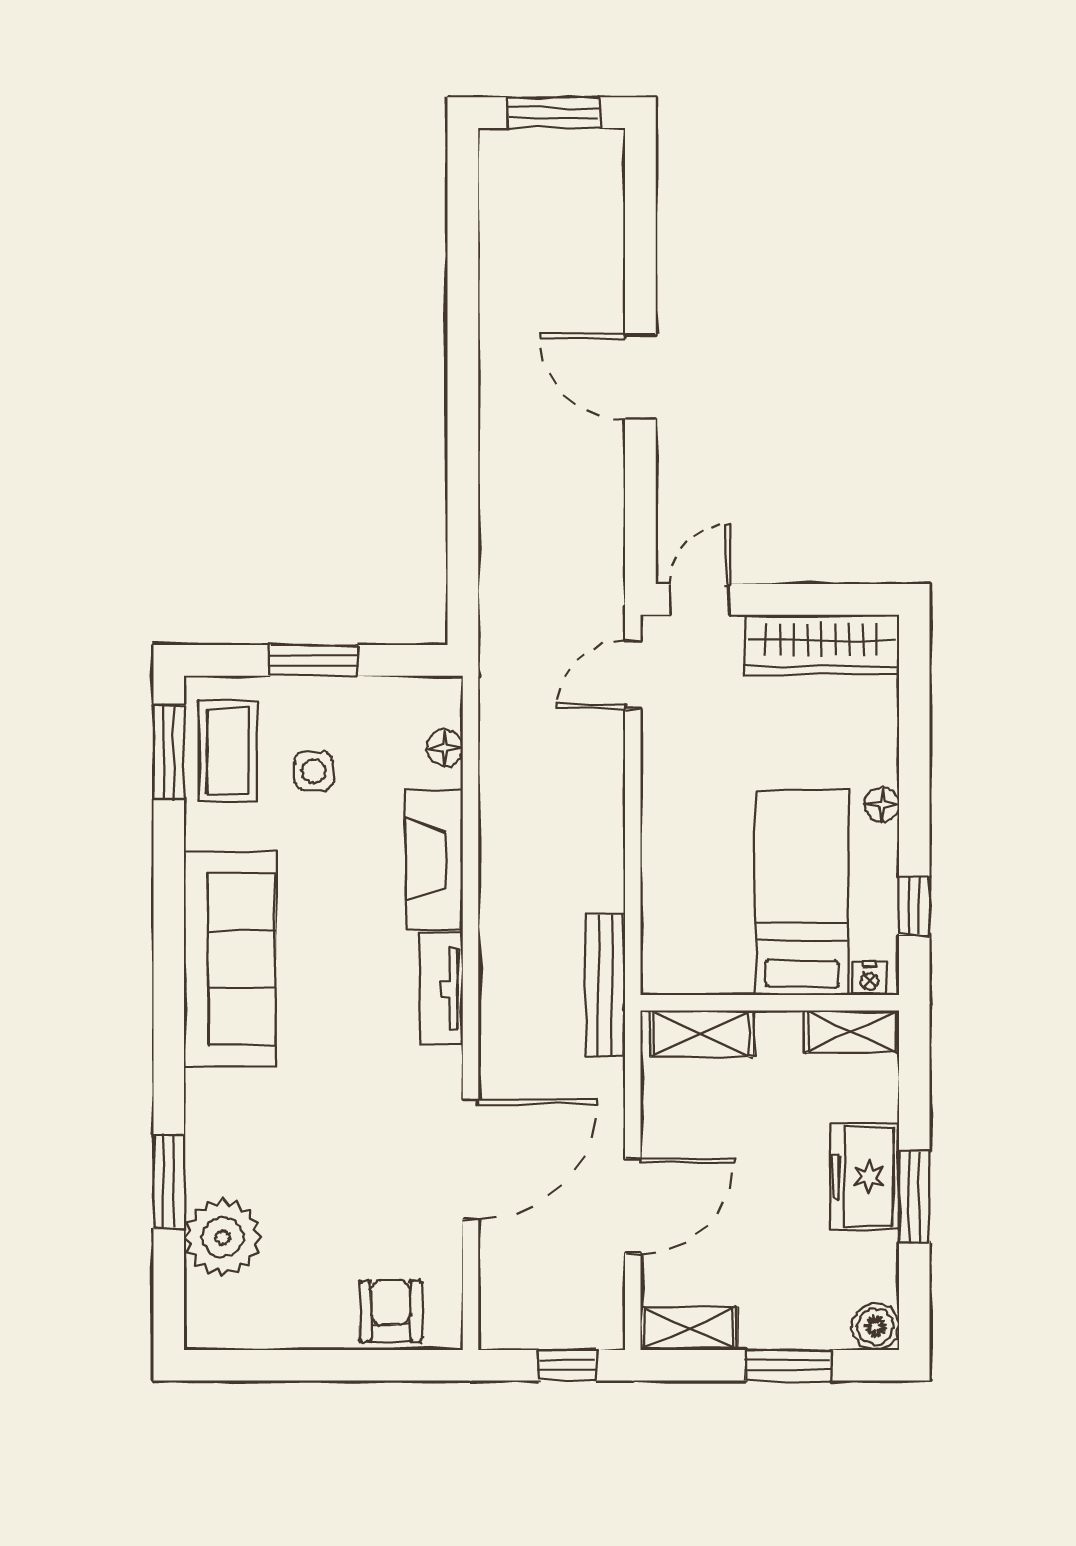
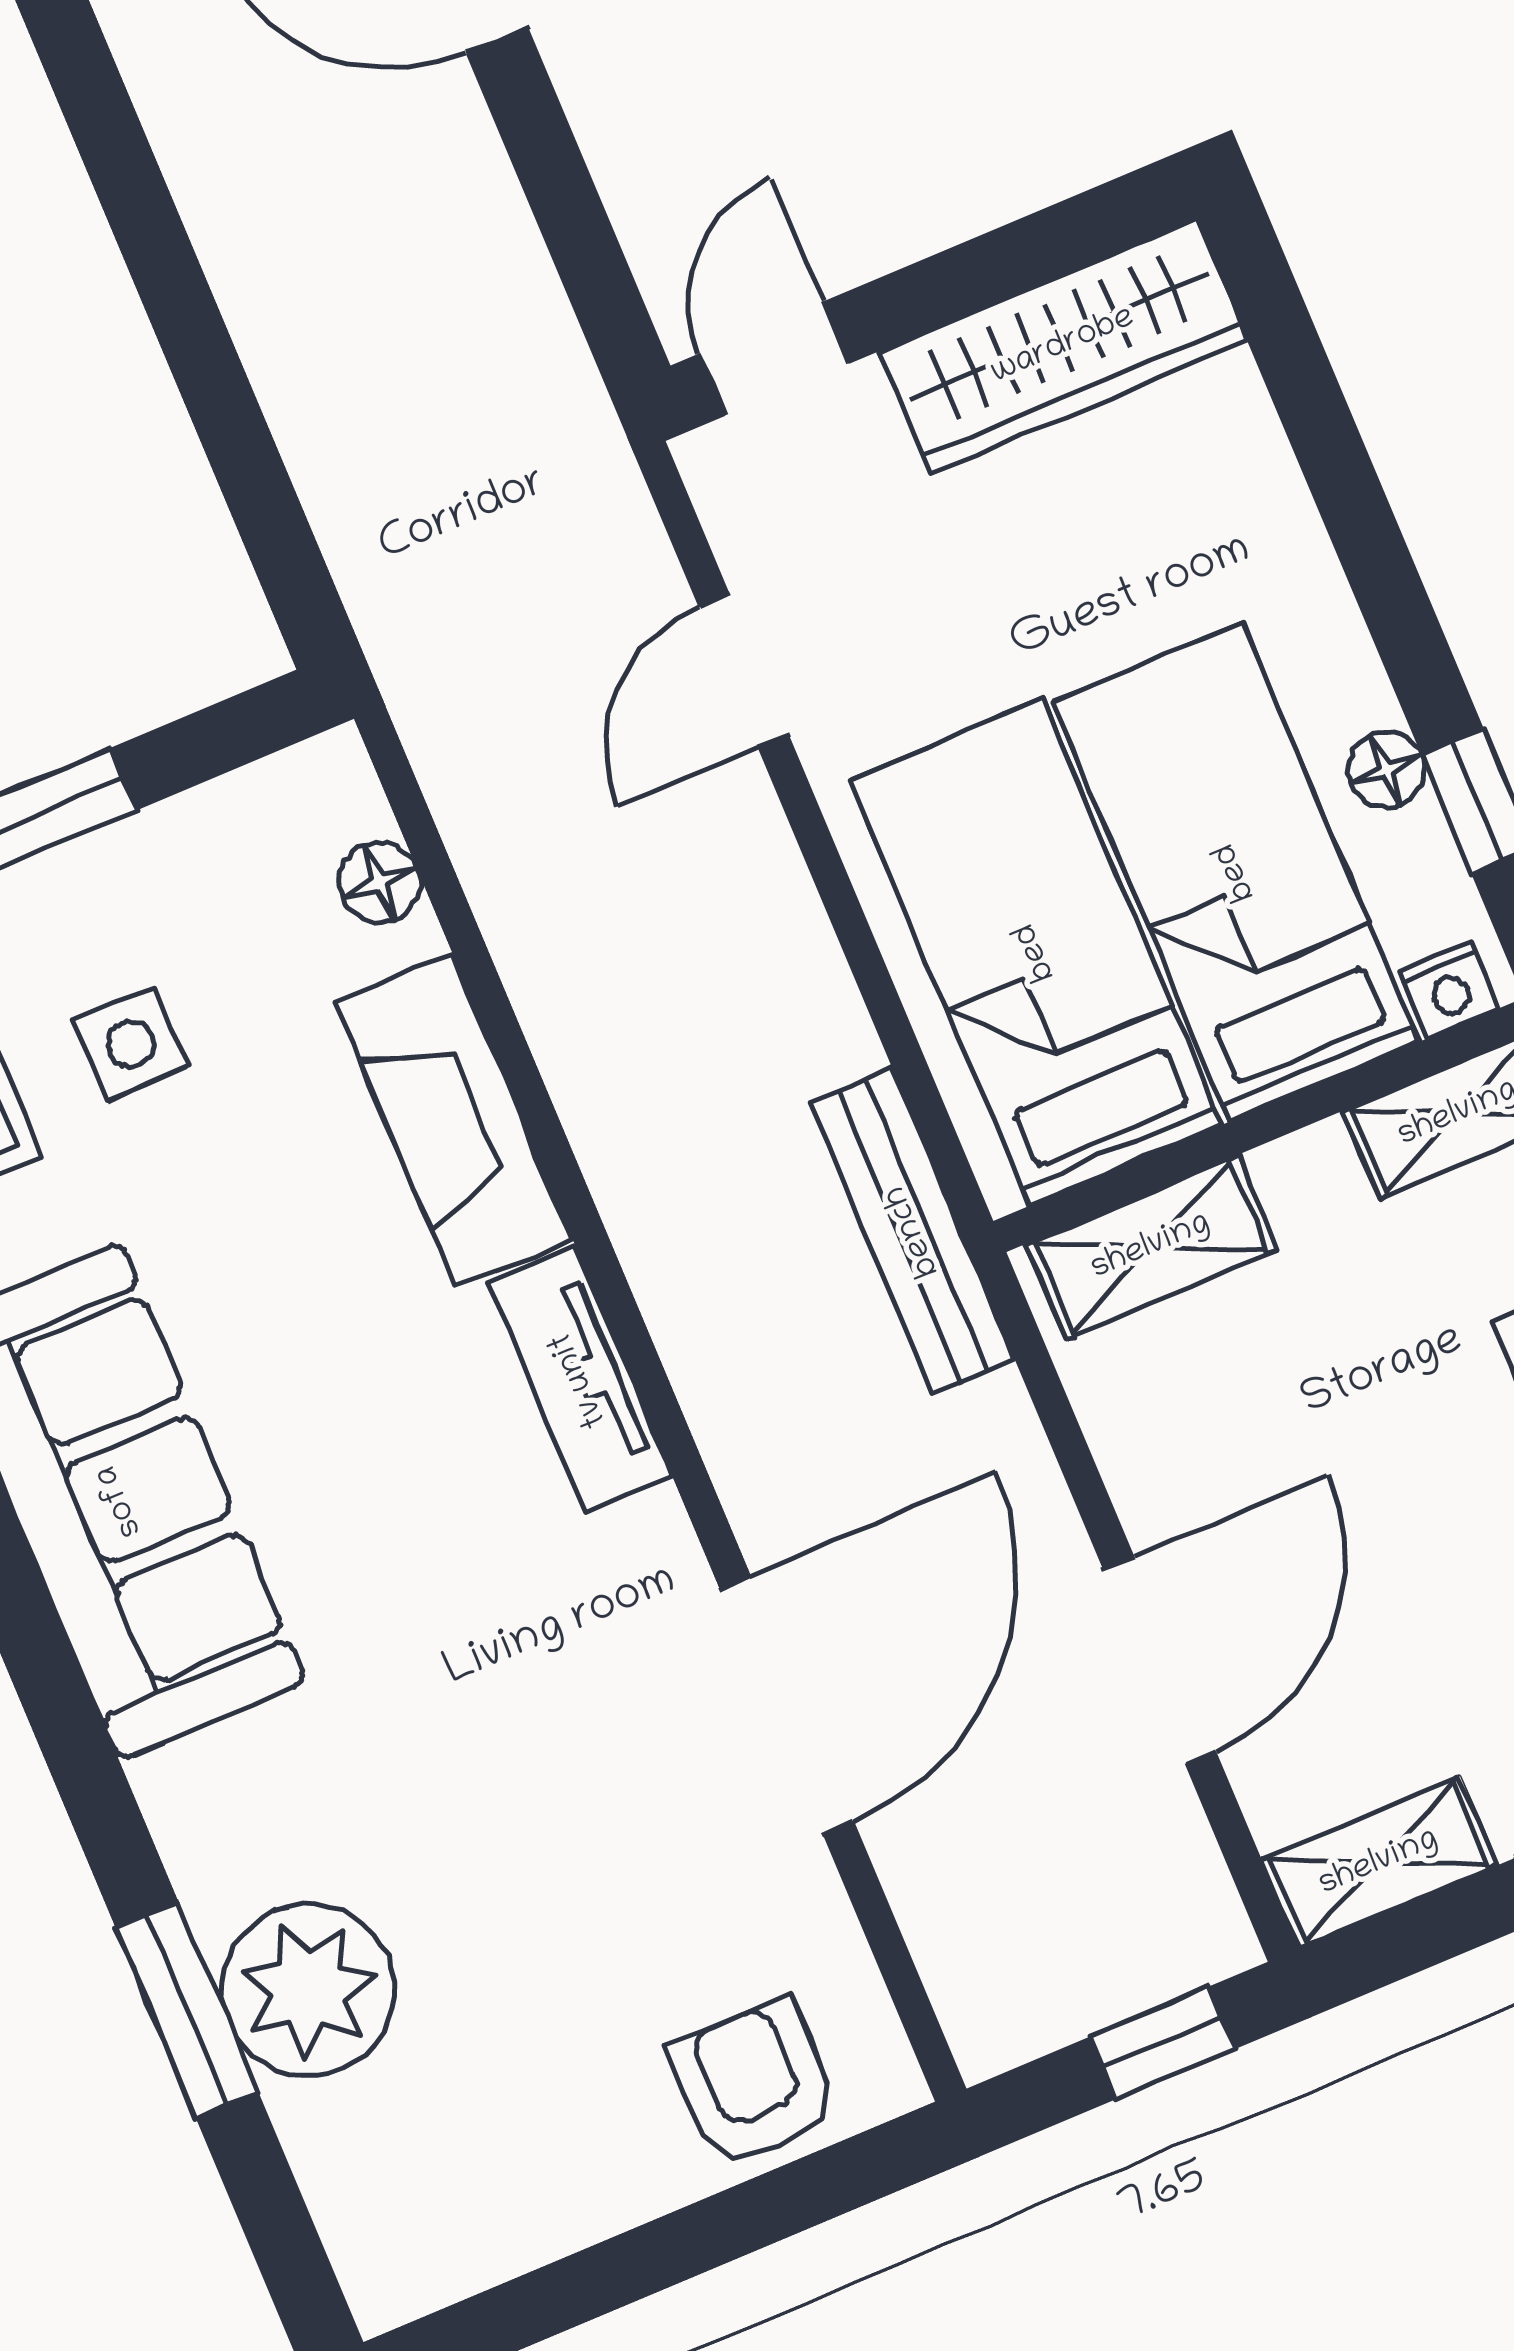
door: (633, 675) -> (744, 671), moved
floor lamp: (882, 805) -> (1386, 770), moved
bed: (705, 891) -> (1036, 952), added
plant: (223, 1237) -> (309, 1990), moved

